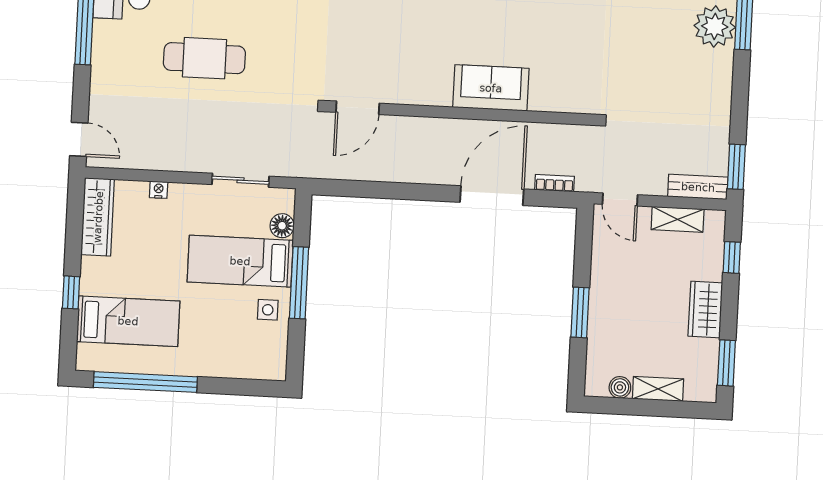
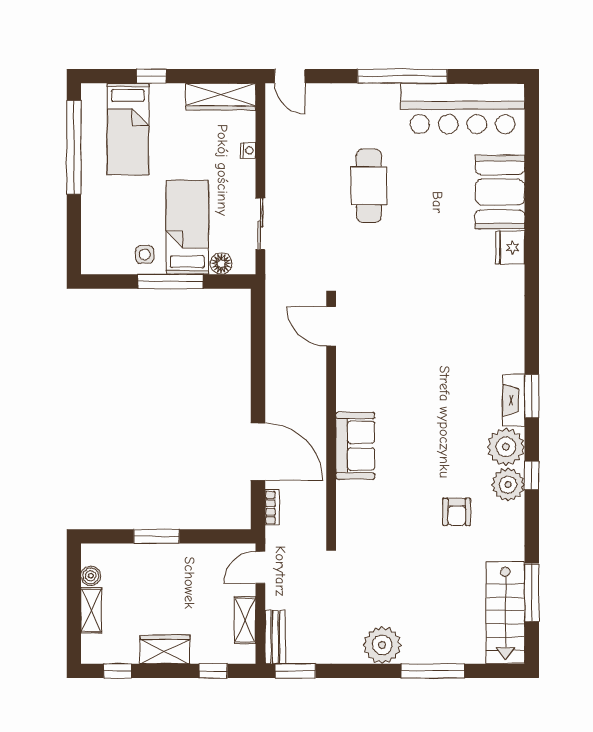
plant: (715, 26) -> (382, 645), moved
door: (79, 139) -> (290, 76), hinge flipped
window: (726, 363) -> (118, 671), width x0.67

